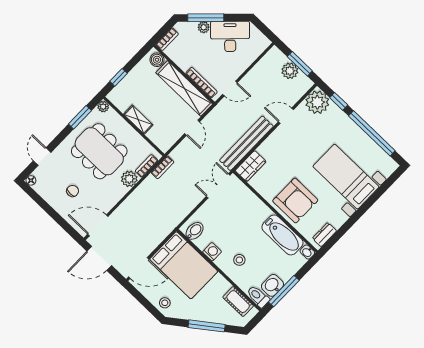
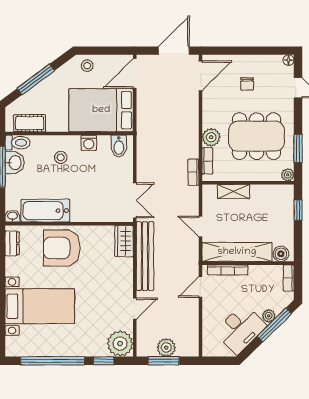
shelving: (138, 120) -> (233, 192), moved

